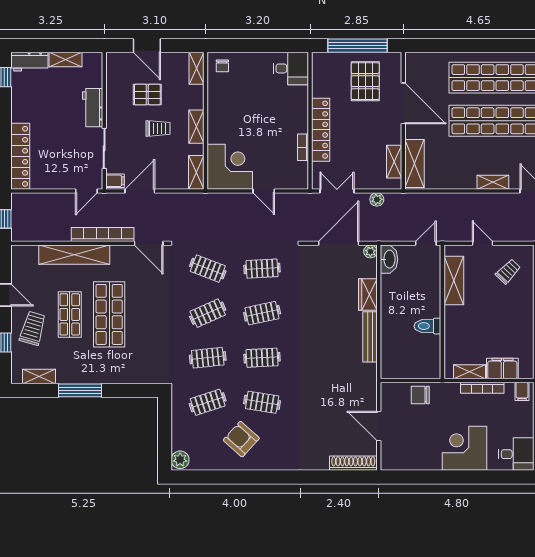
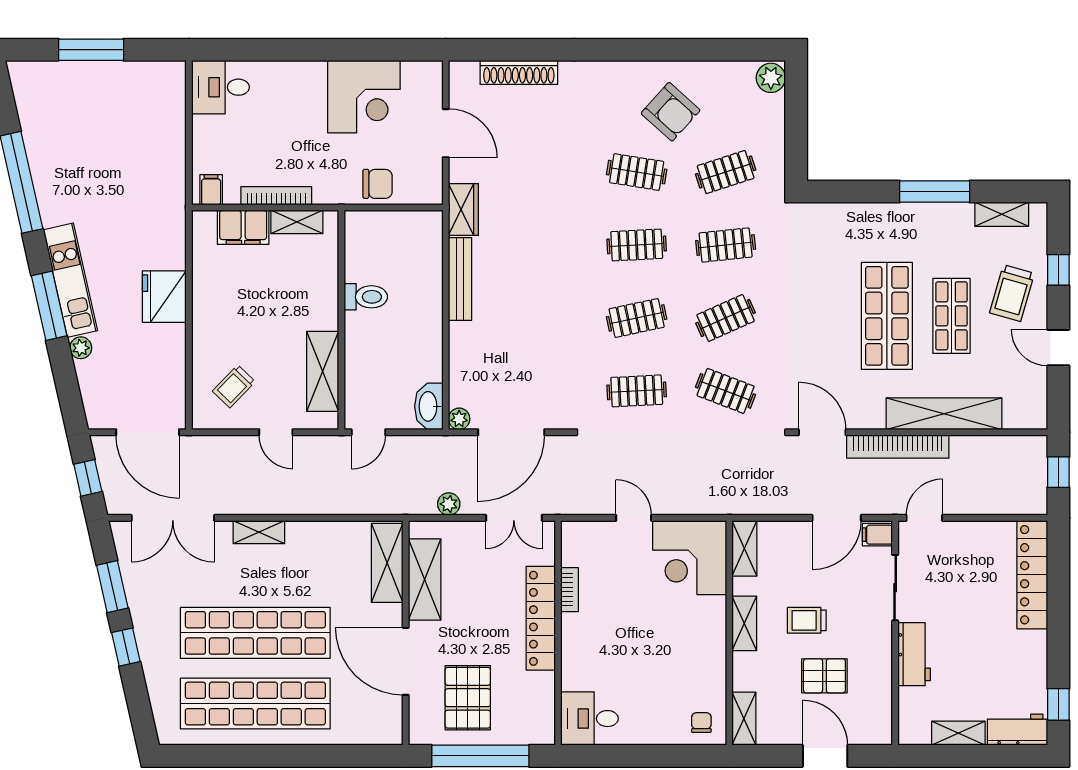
shelving: (394, 162) -> (425, 579), width x1.50, depth x1.33
wardrobe: (368, 295) -> (463, 210), moved
corner desk: (464, 448) -> (364, 97), moved
shoe rack: (353, 463) -> (519, 72), moved

